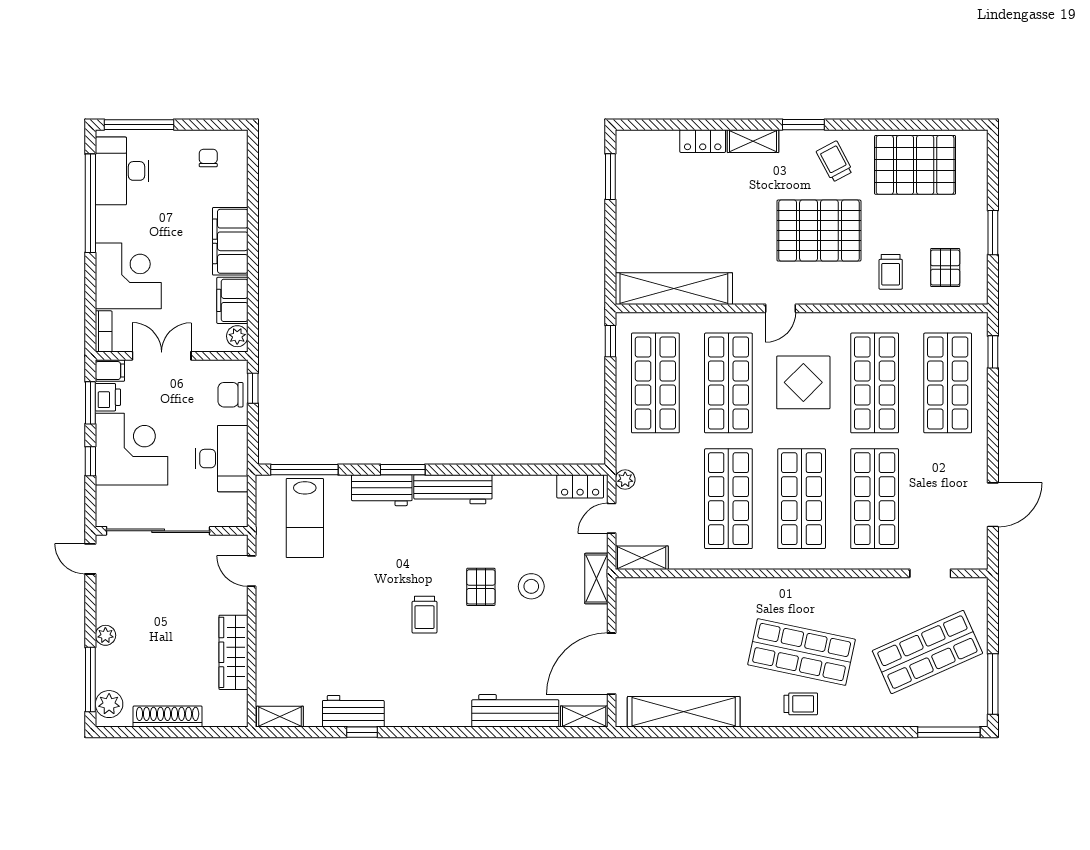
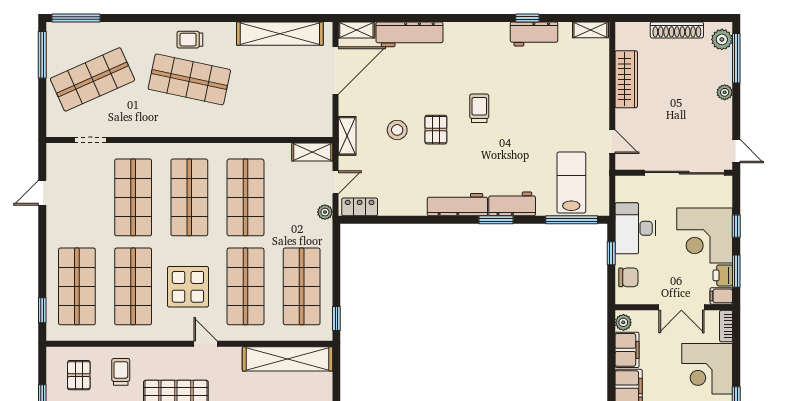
door: (781, 308) -> (205, 344), hinge flipped
window: (253, 388) -> (611, 253), moved
door: (993, 505) -> (42, 193), width x0.73

